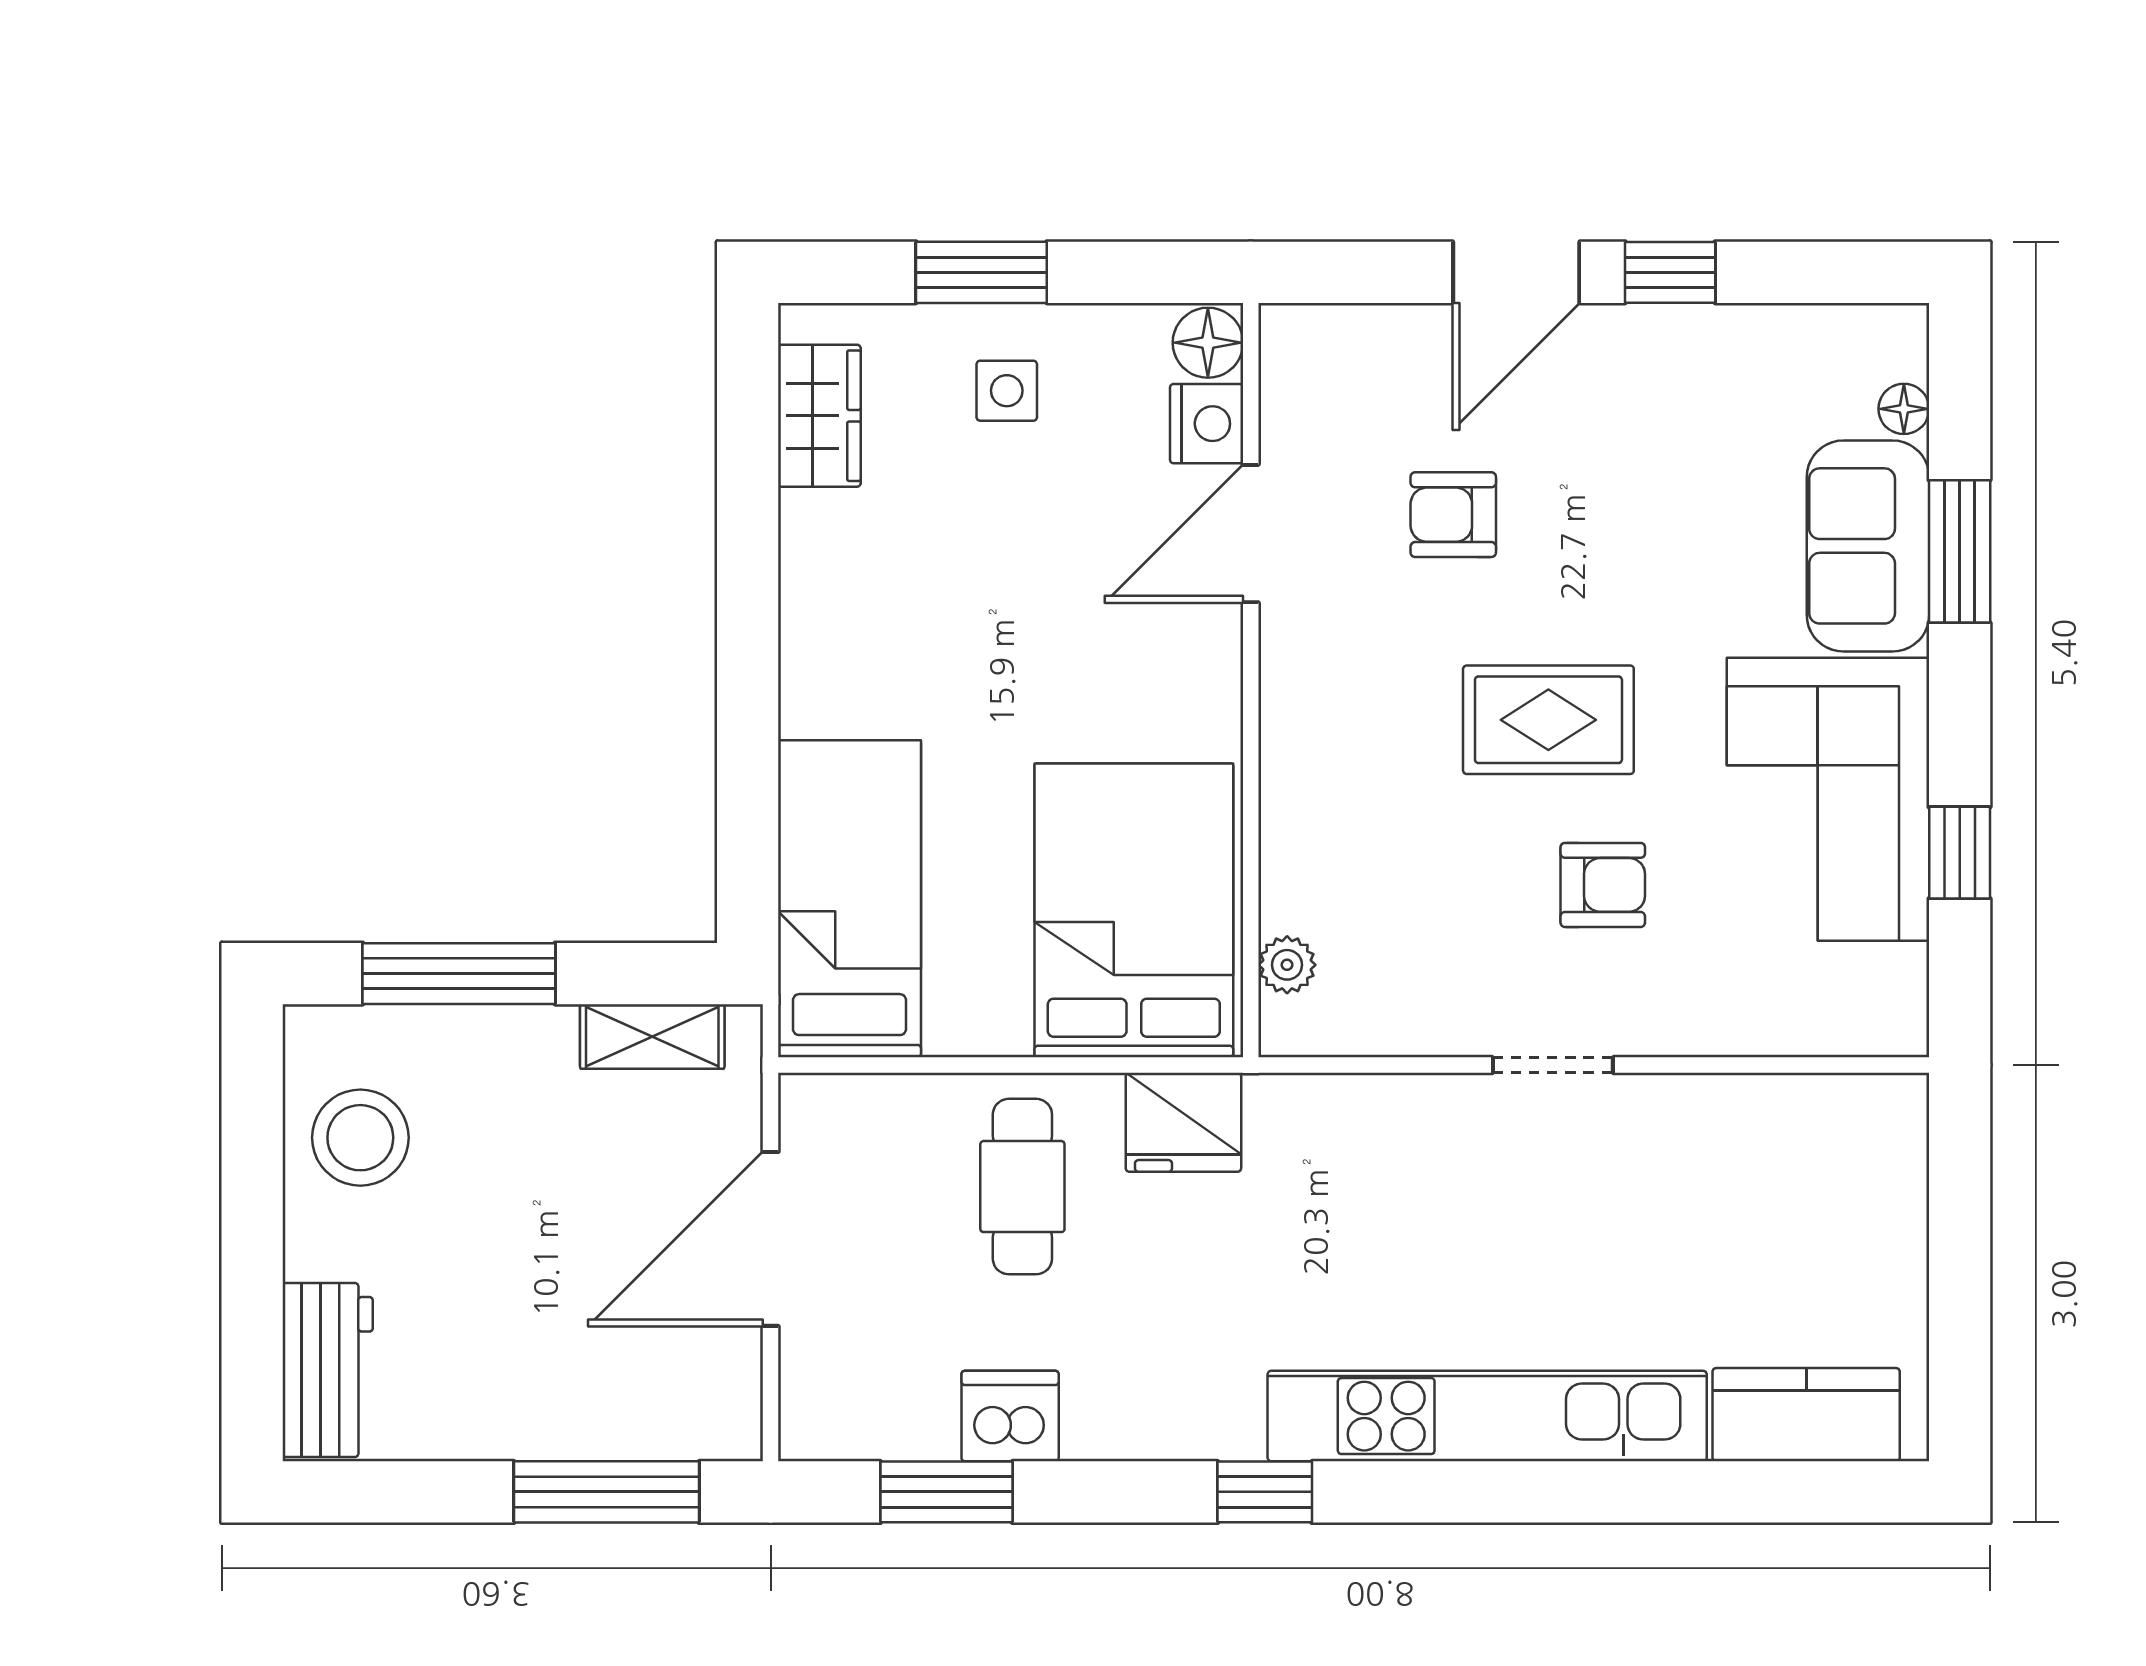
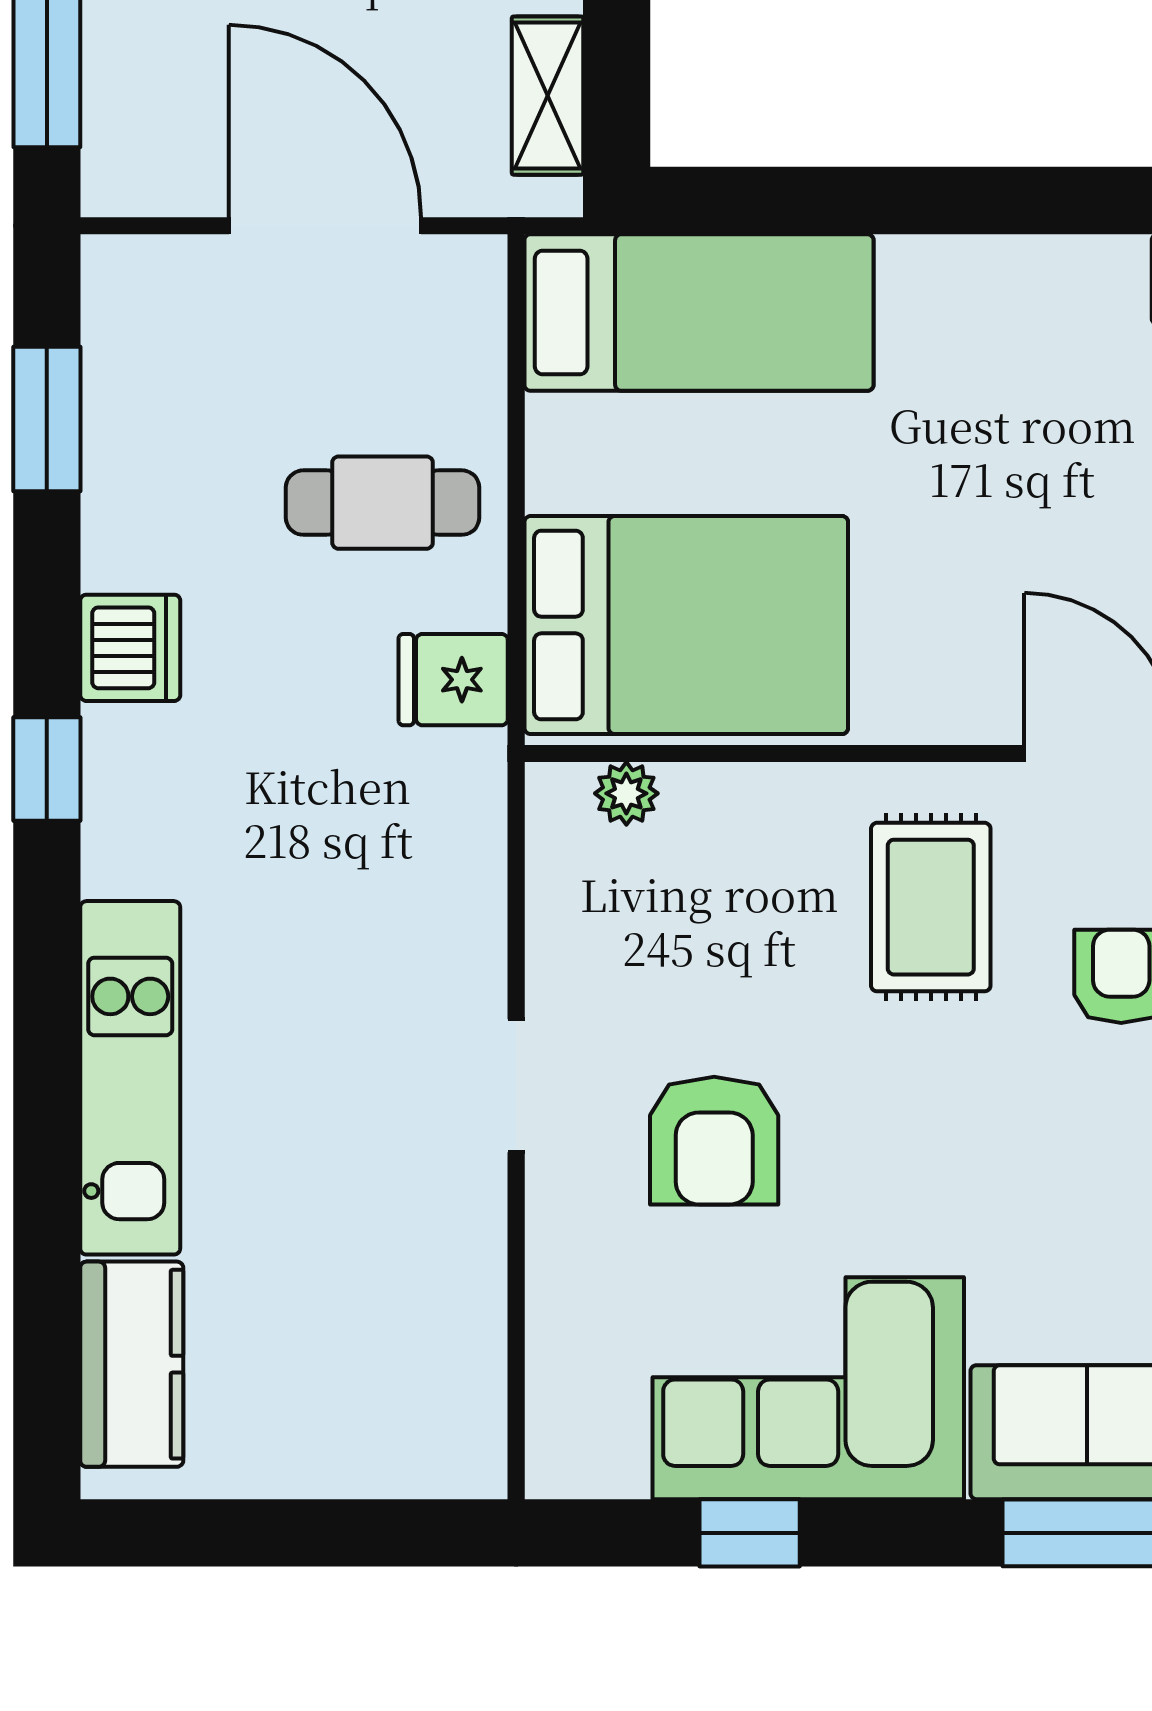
rug: (1548, 720) -> (931, 907), moved
armchair: (1603, 885) -> (714, 1141), width x1.38, depth x1.38
fridge: (1183, 1122) -> (453, 680), width x0.72
dishwasher: (1010, 1416) -> (130, 648), moved
kitchen unit: (1487, 1416) -> (130, 1078), width x0.73

